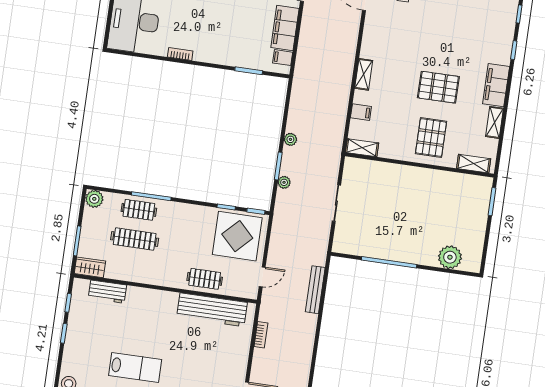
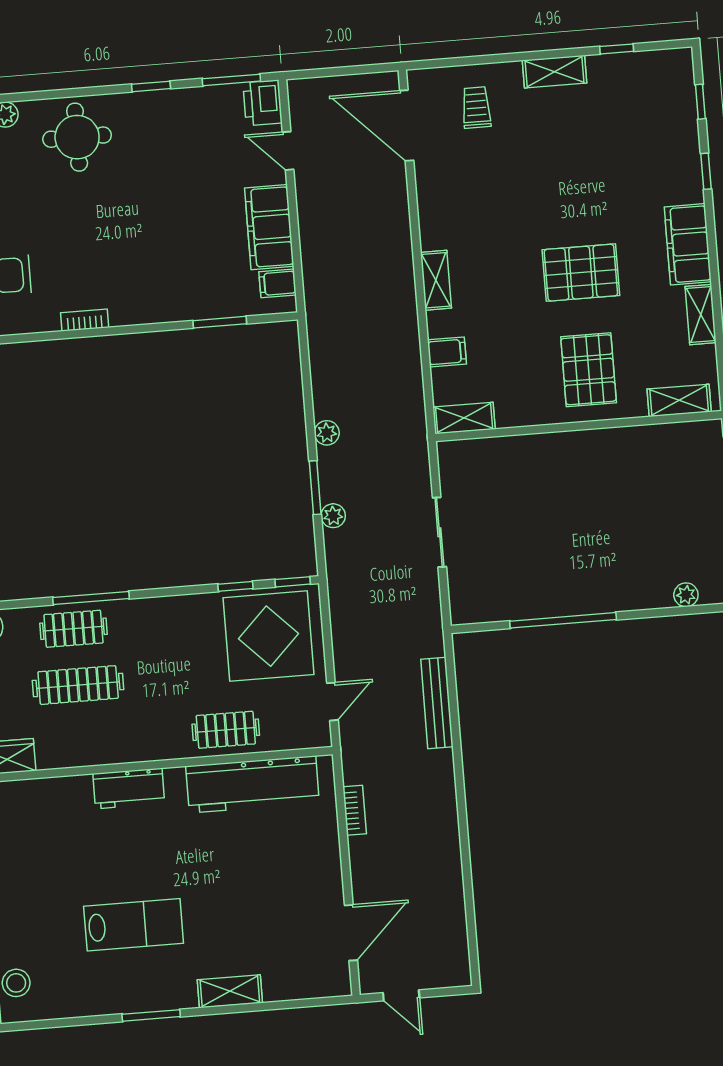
plant: (450, 257) -> (686, 595), width x0.53, depth x0.53
workbench: (107, 292) -> (129, 788), moved

